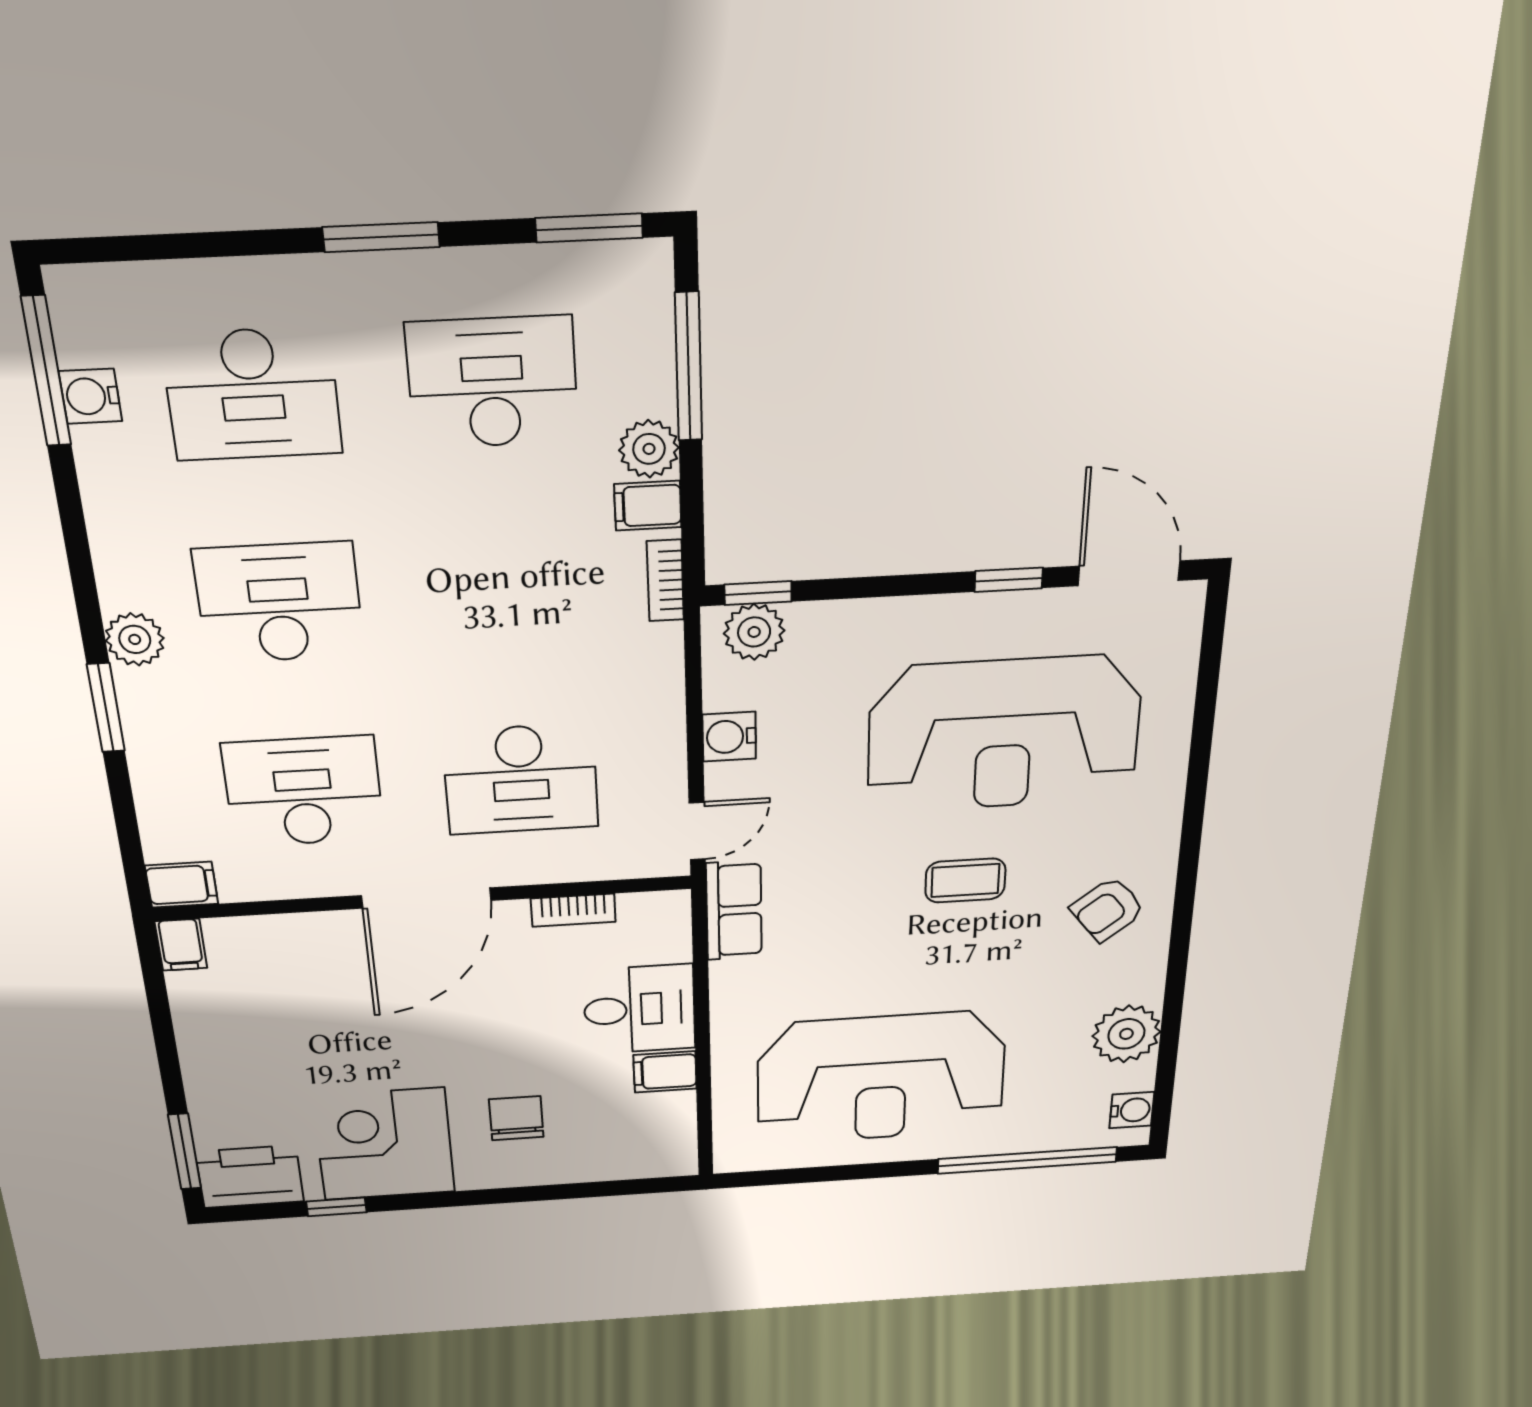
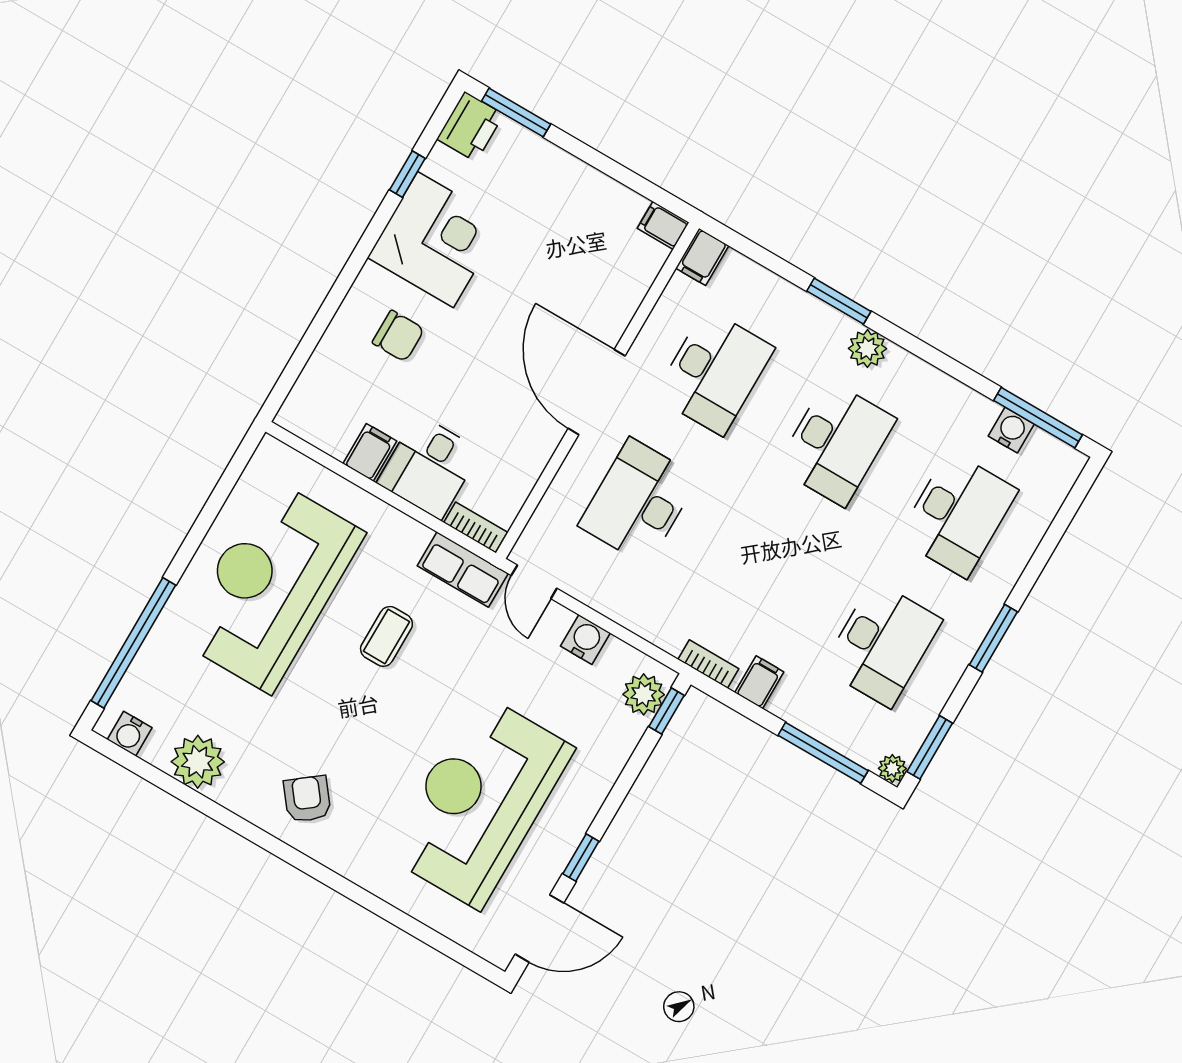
desk: (252, 394) -> (958, 514), turned 180
plant: (649, 449) -> (892, 769), moved, width x0.73, depth x0.73
coffee table: (965, 880) -> (386, 636), moved
bookcase: (573, 910) -> (476, 527), moved, turned 90
printer: (250, 1177) -> (470, 127), width x0.73, depth x0.84

